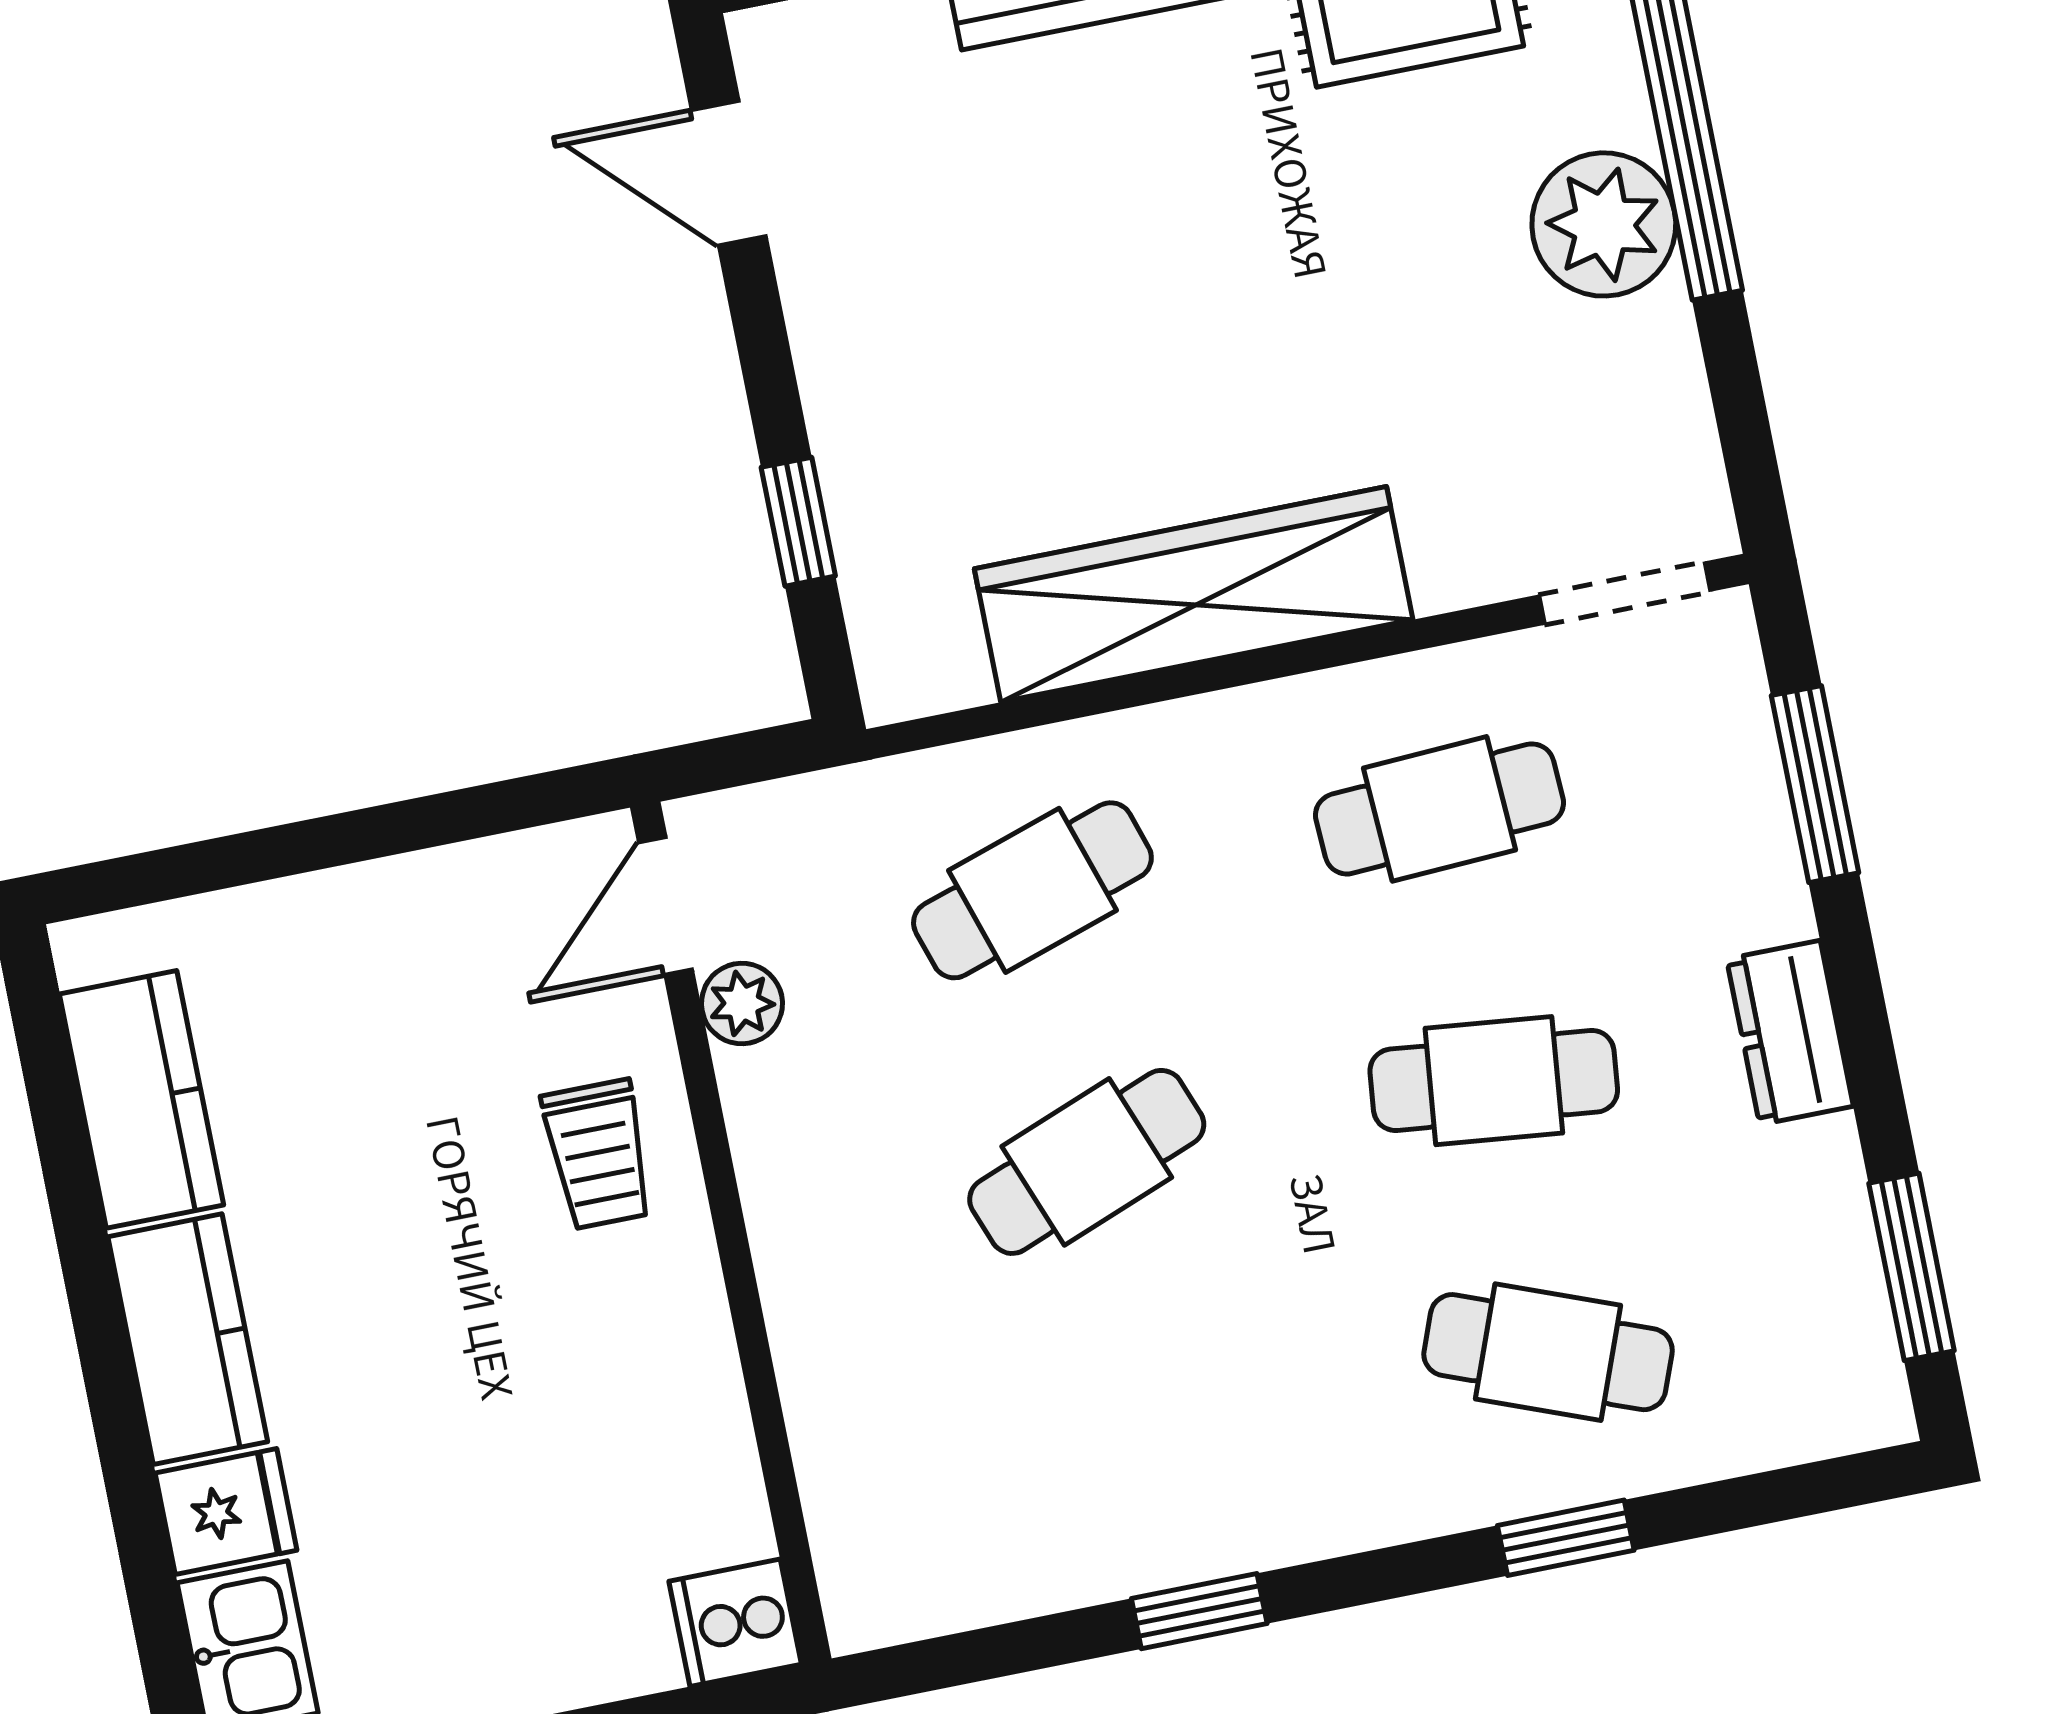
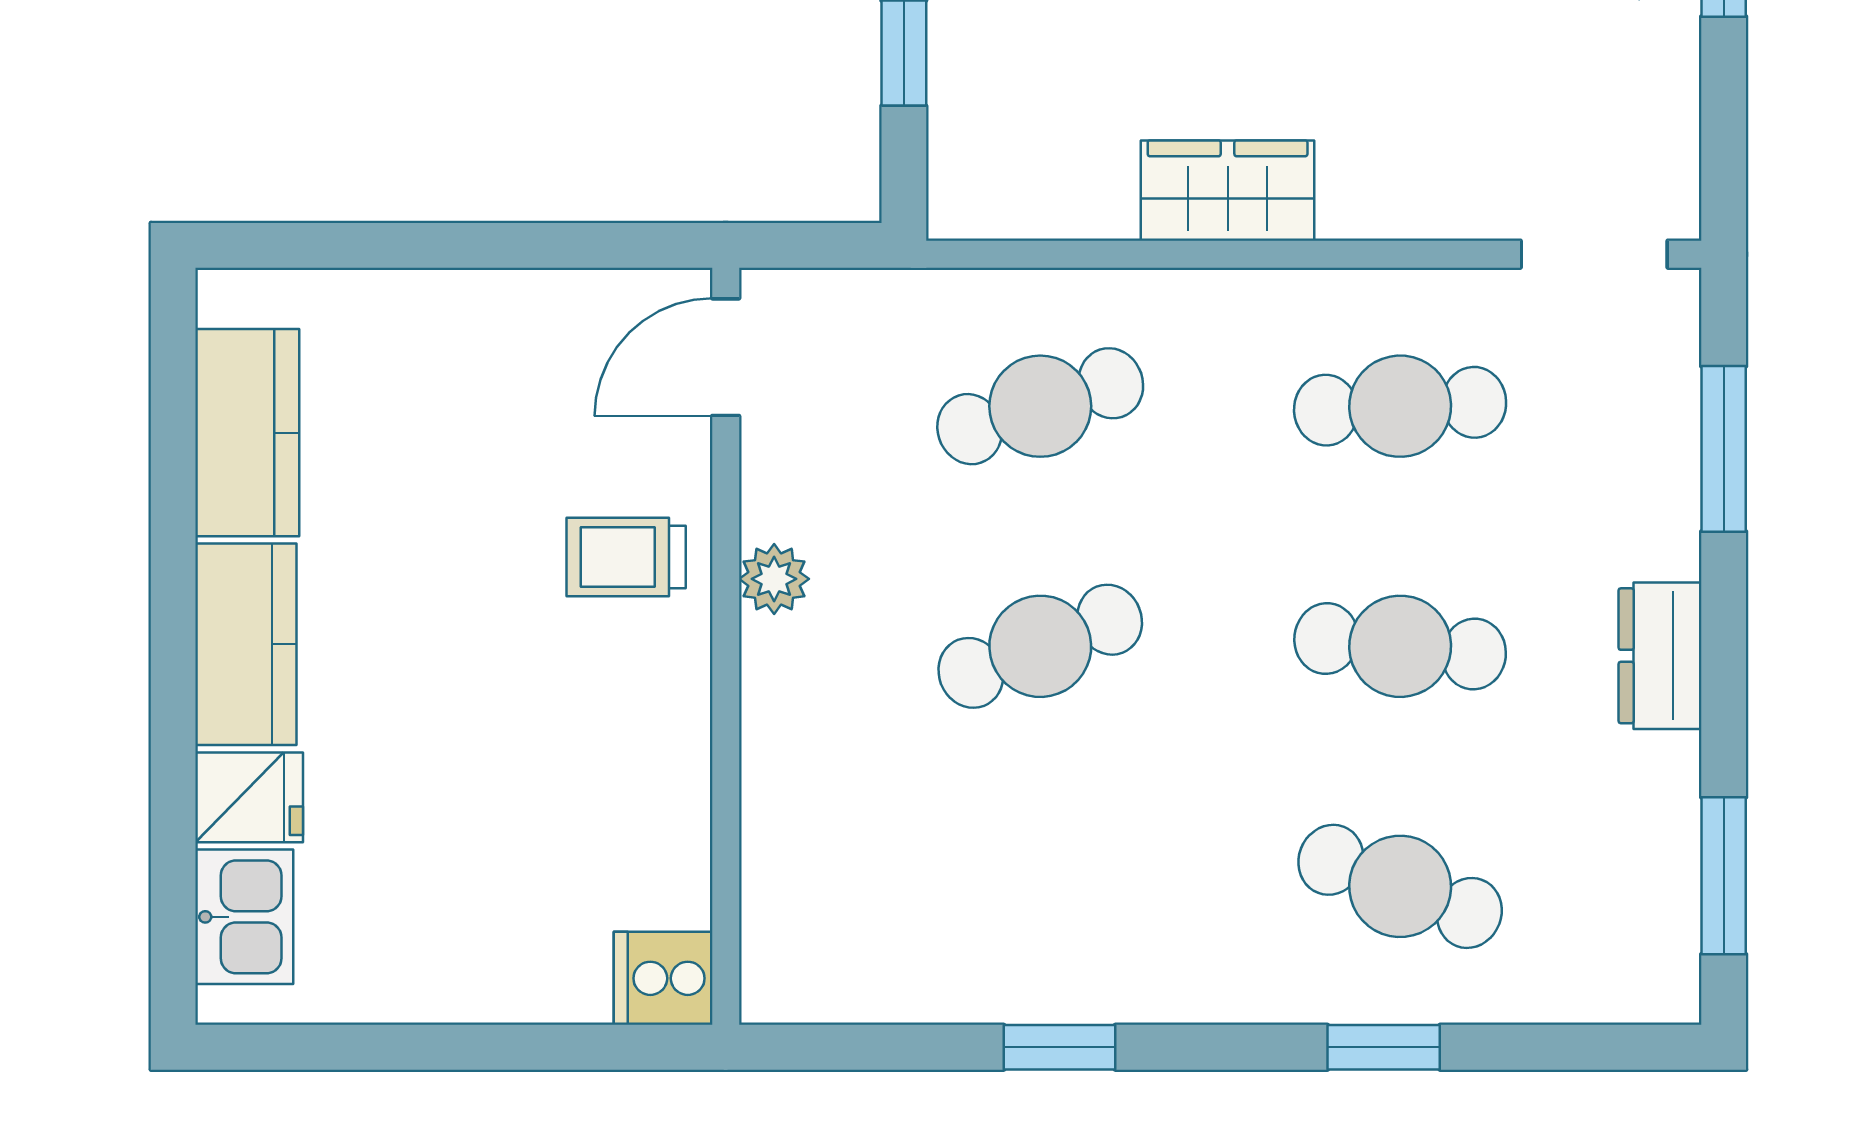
wardrobe: (1194, 594) -> (1228, 191), width x0.48, depth x0.85
plant: (742, 1004) -> (774, 579), moved
trolley: (598, 1154) -> (626, 557), turned 90

